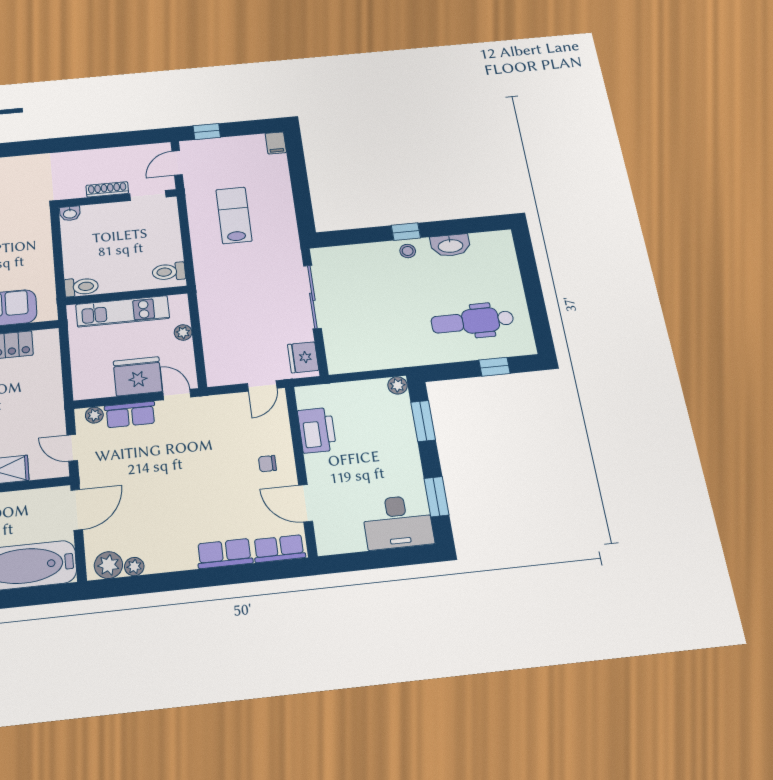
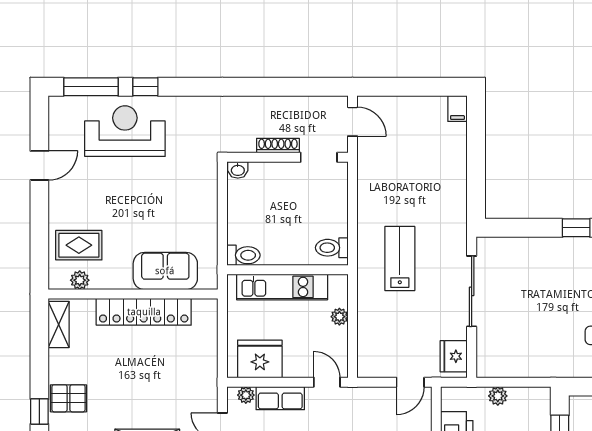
window: (207, 131) -> (387, 87), removed
door: (177, 163) -> (353, 122), swing flipped
lab bench: (234, 215) -> (400, 259), moved
stool: (408, 251) -> (574, 250), removed
fridge: (138, 376) -> (260, 359), moved
plant: (398, 385) -> (498, 396), moved

